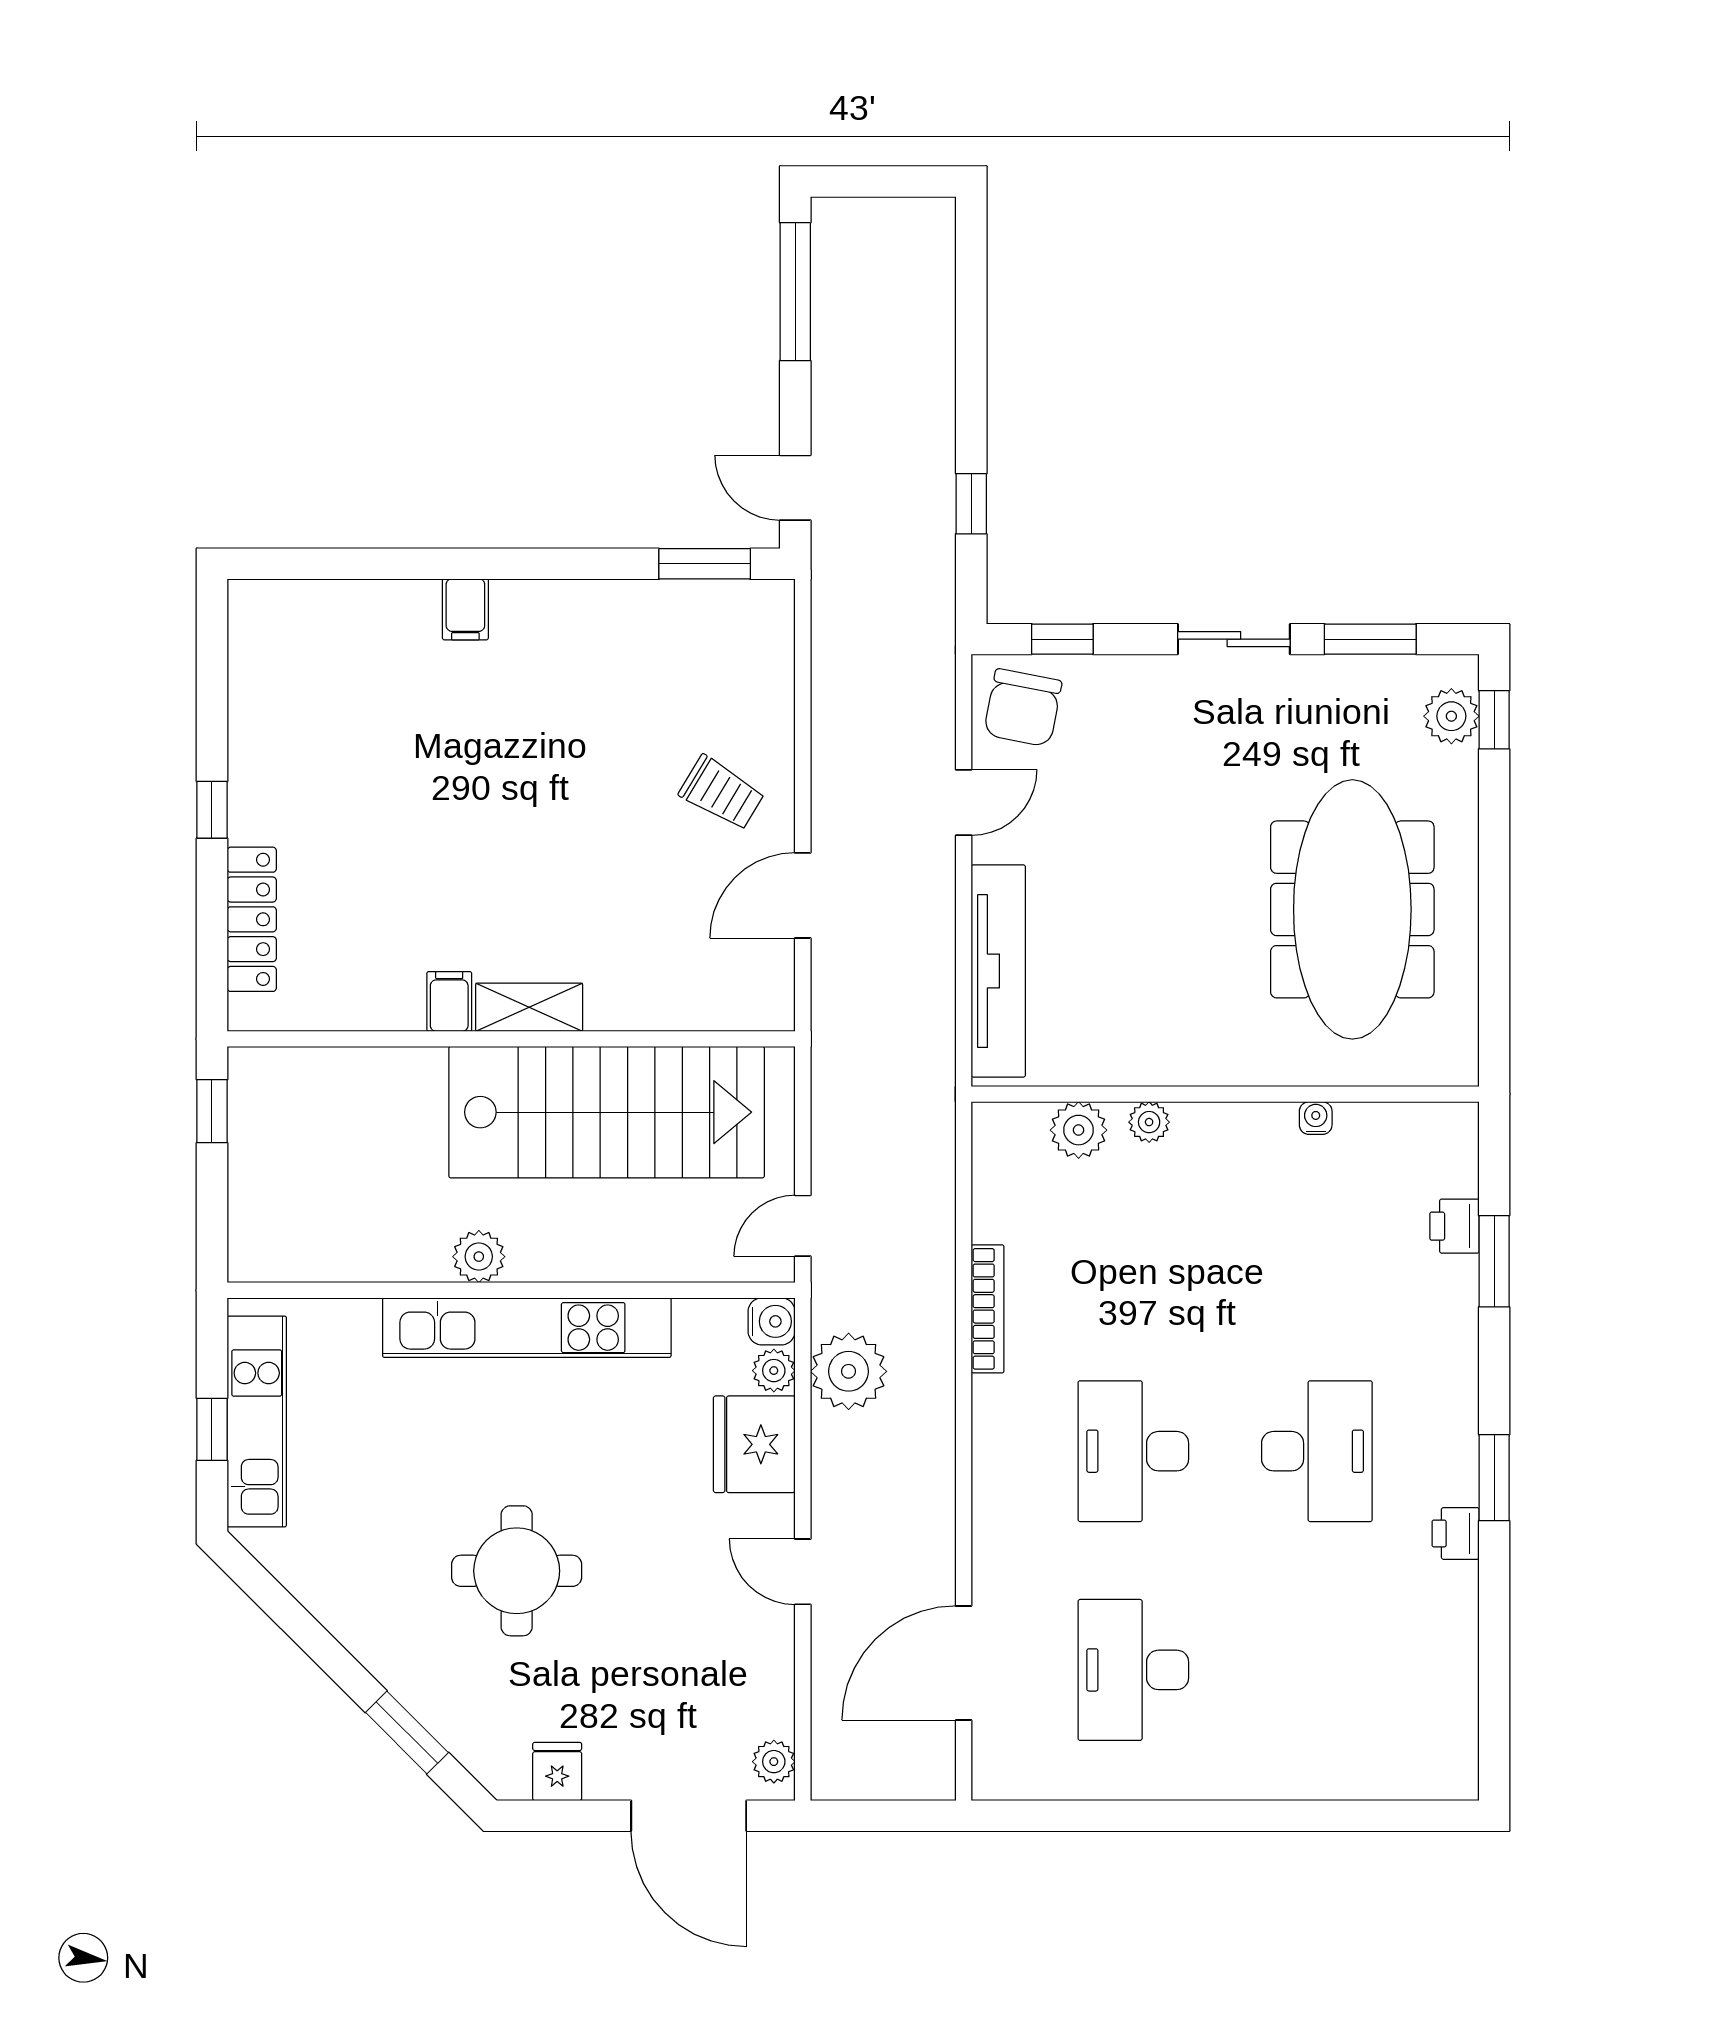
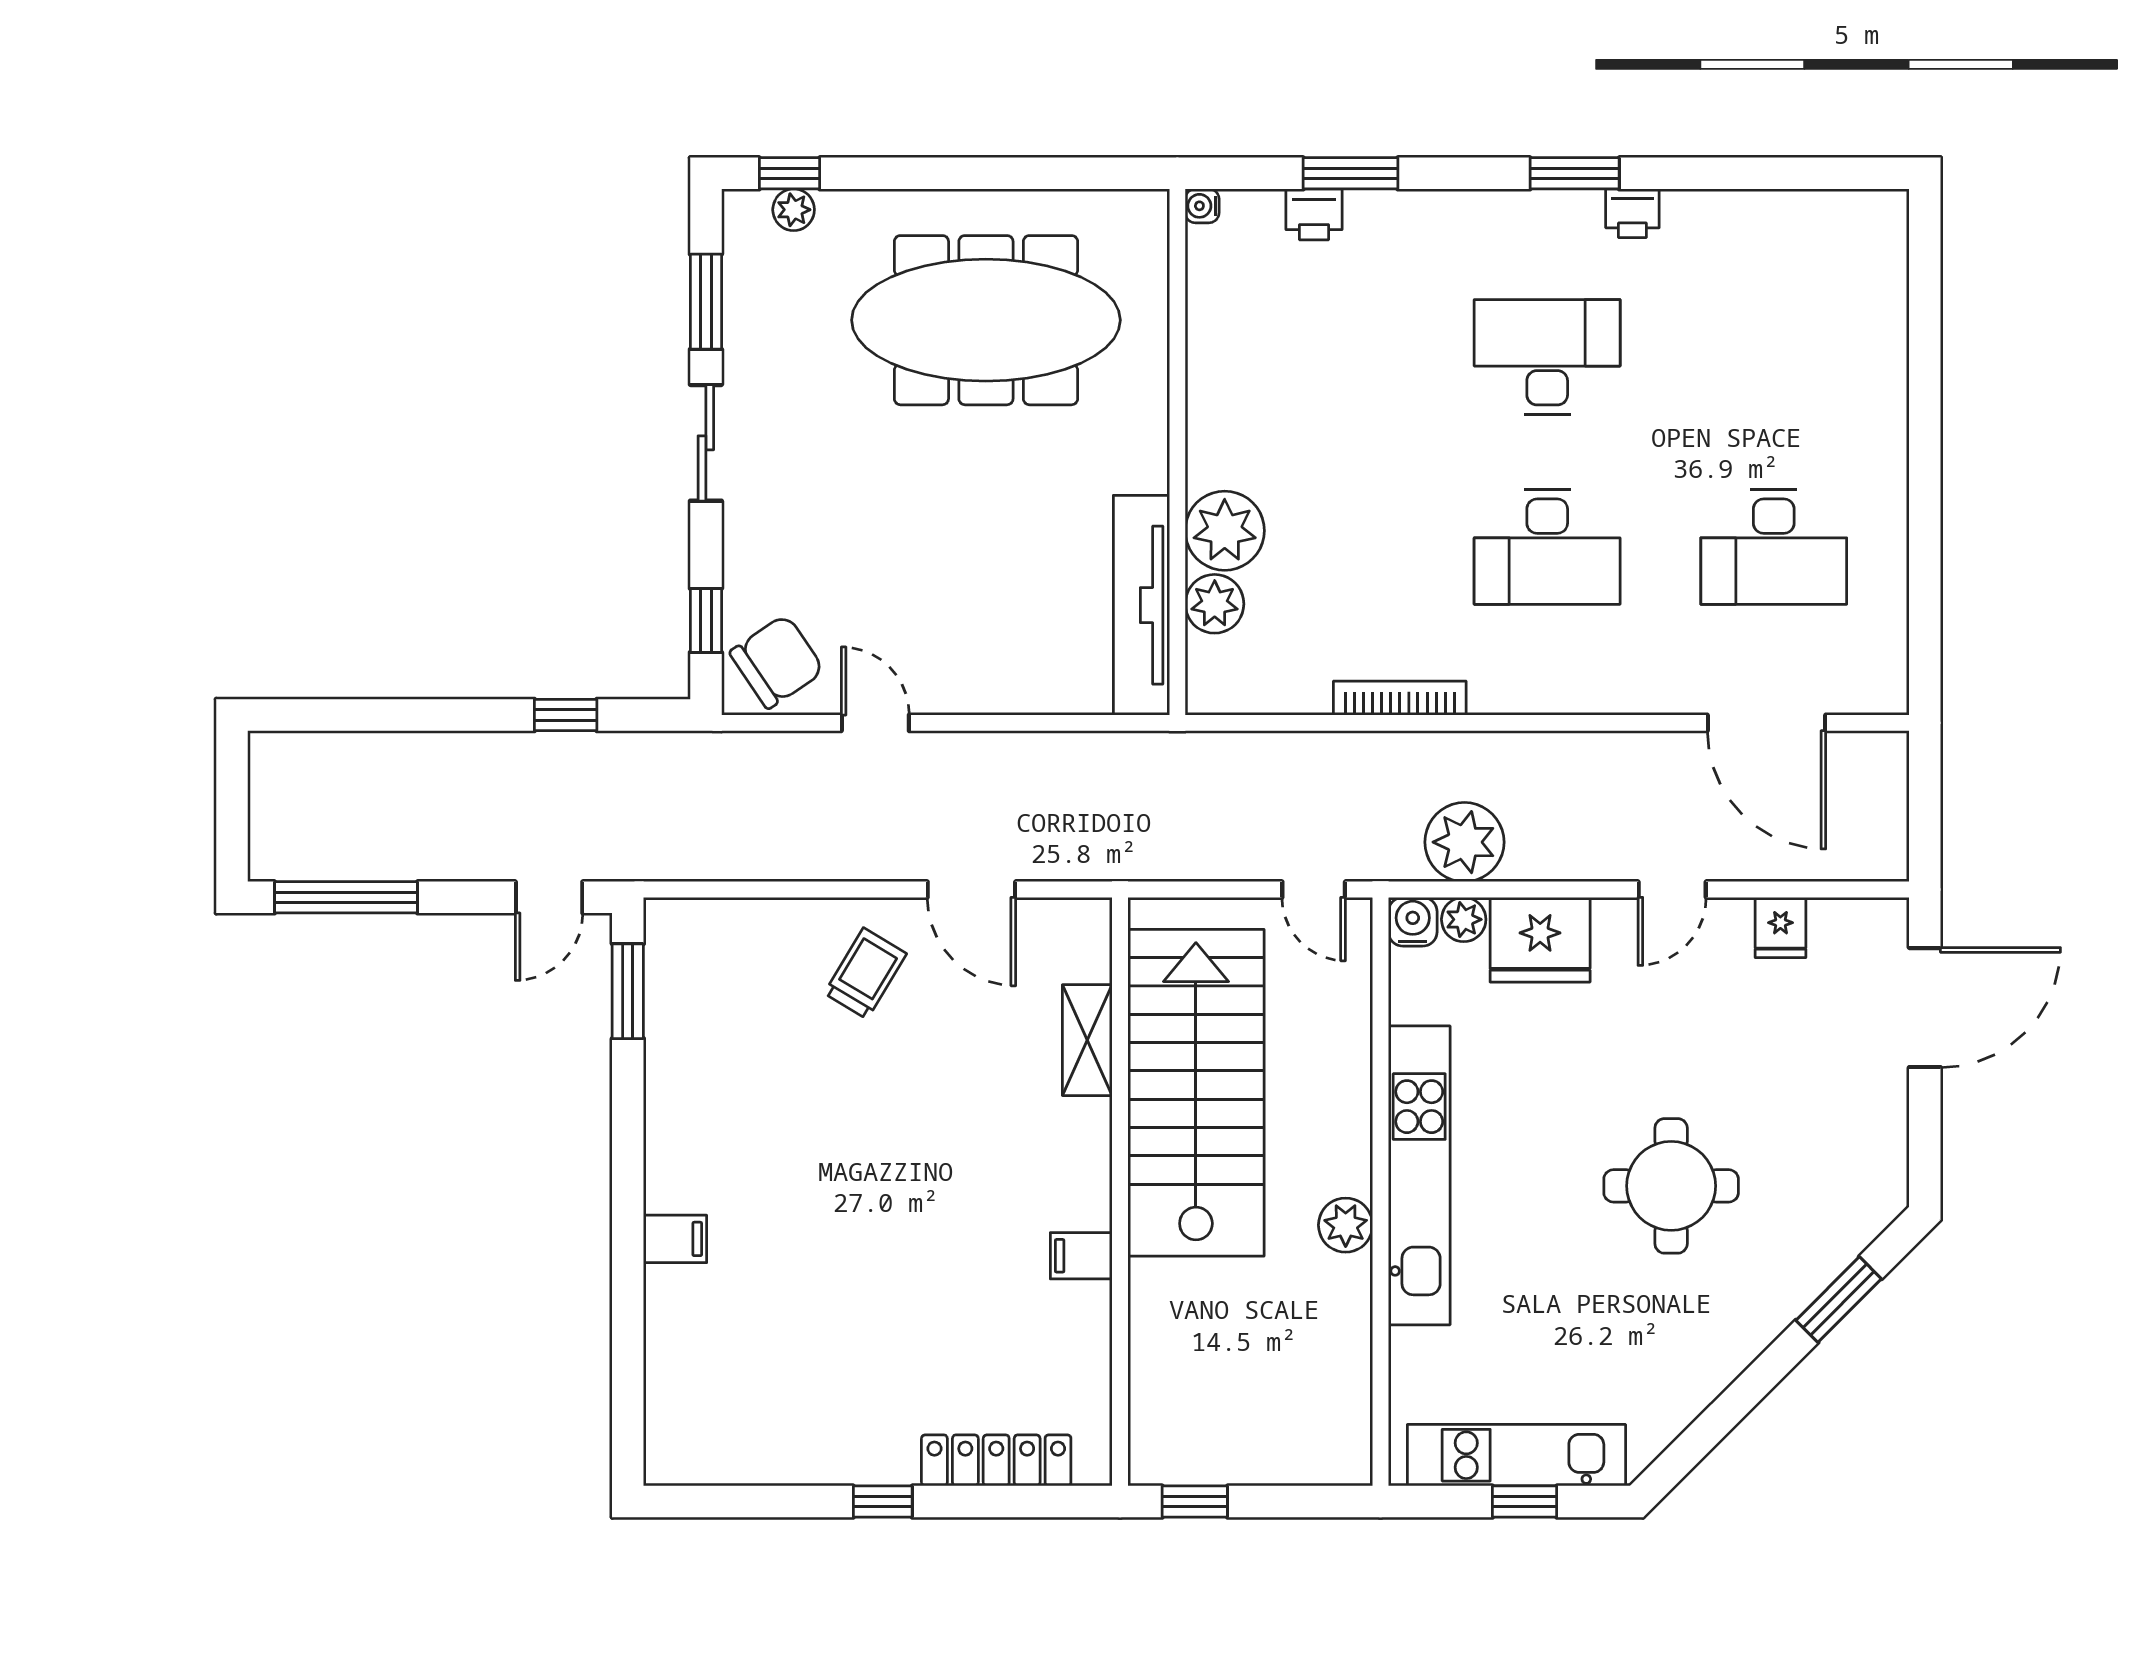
chair: (1023, 708) -> (777, 662), turned -45
plant: (1451, 716) -> (794, 210), width x0.73, depth x0.73
tv unit: (998, 971) -> (1141, 605), moved, turned -90
shelving: (529, 1007) -> (1087, 1040), moved
water cooler: (1316, 1118) -> (1202, 206), moved
plant: (1149, 1122) -> (1225, 531), width x1.87, depth x1.87
plant: (774, 1762) -> (1869, 919), removed
fridge: (557, 1771) -> (1780, 927), moved, turned -90

